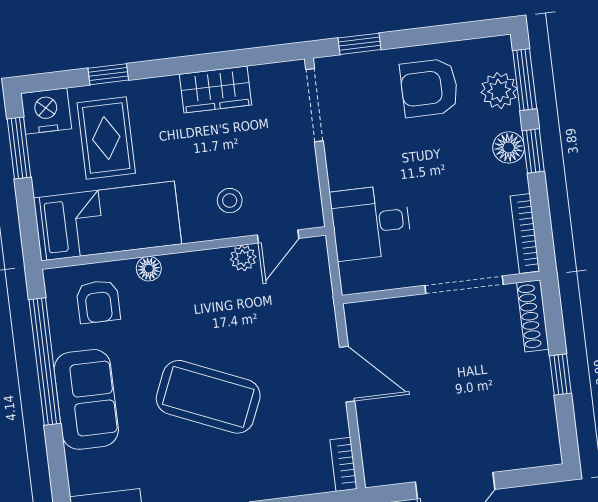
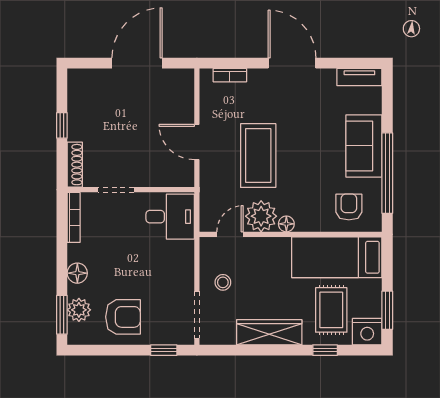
wardrobe: (215, 90) -> (269, 332), width x1.50
window: (533, 151) -> (62, 269), removed
stool: (230, 201) -> (223, 282), moved
desk: (371, 223) -> (170, 217), moved
plant: (243, 258) -> (261, 216), width x1.87, depth x1.87
floor lamp: (149, 269) -> (286, 224), moved
doorway: (464, 285) -> (116, 190), width x0.73
coffee table: (208, 397) -> (258, 156), moved, turned 67
bookcase: (343, 464) -> (230, 75), moved, turned 90

